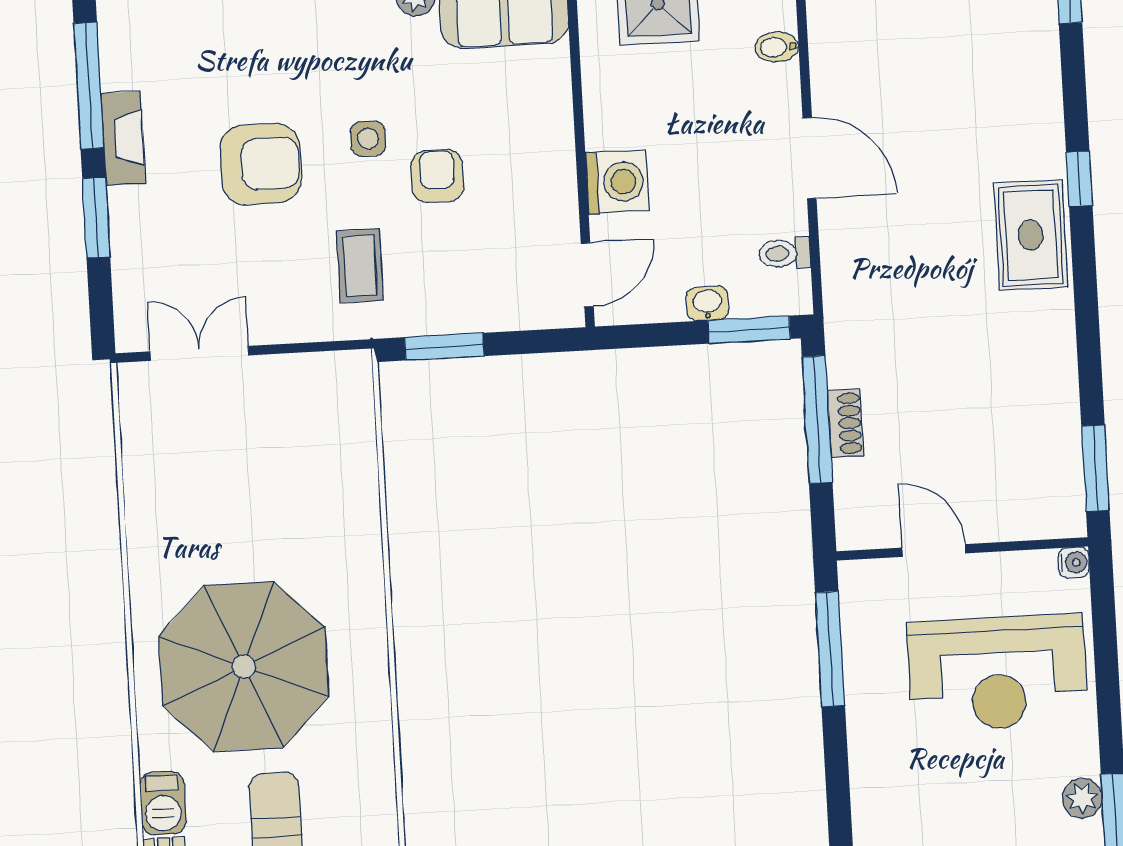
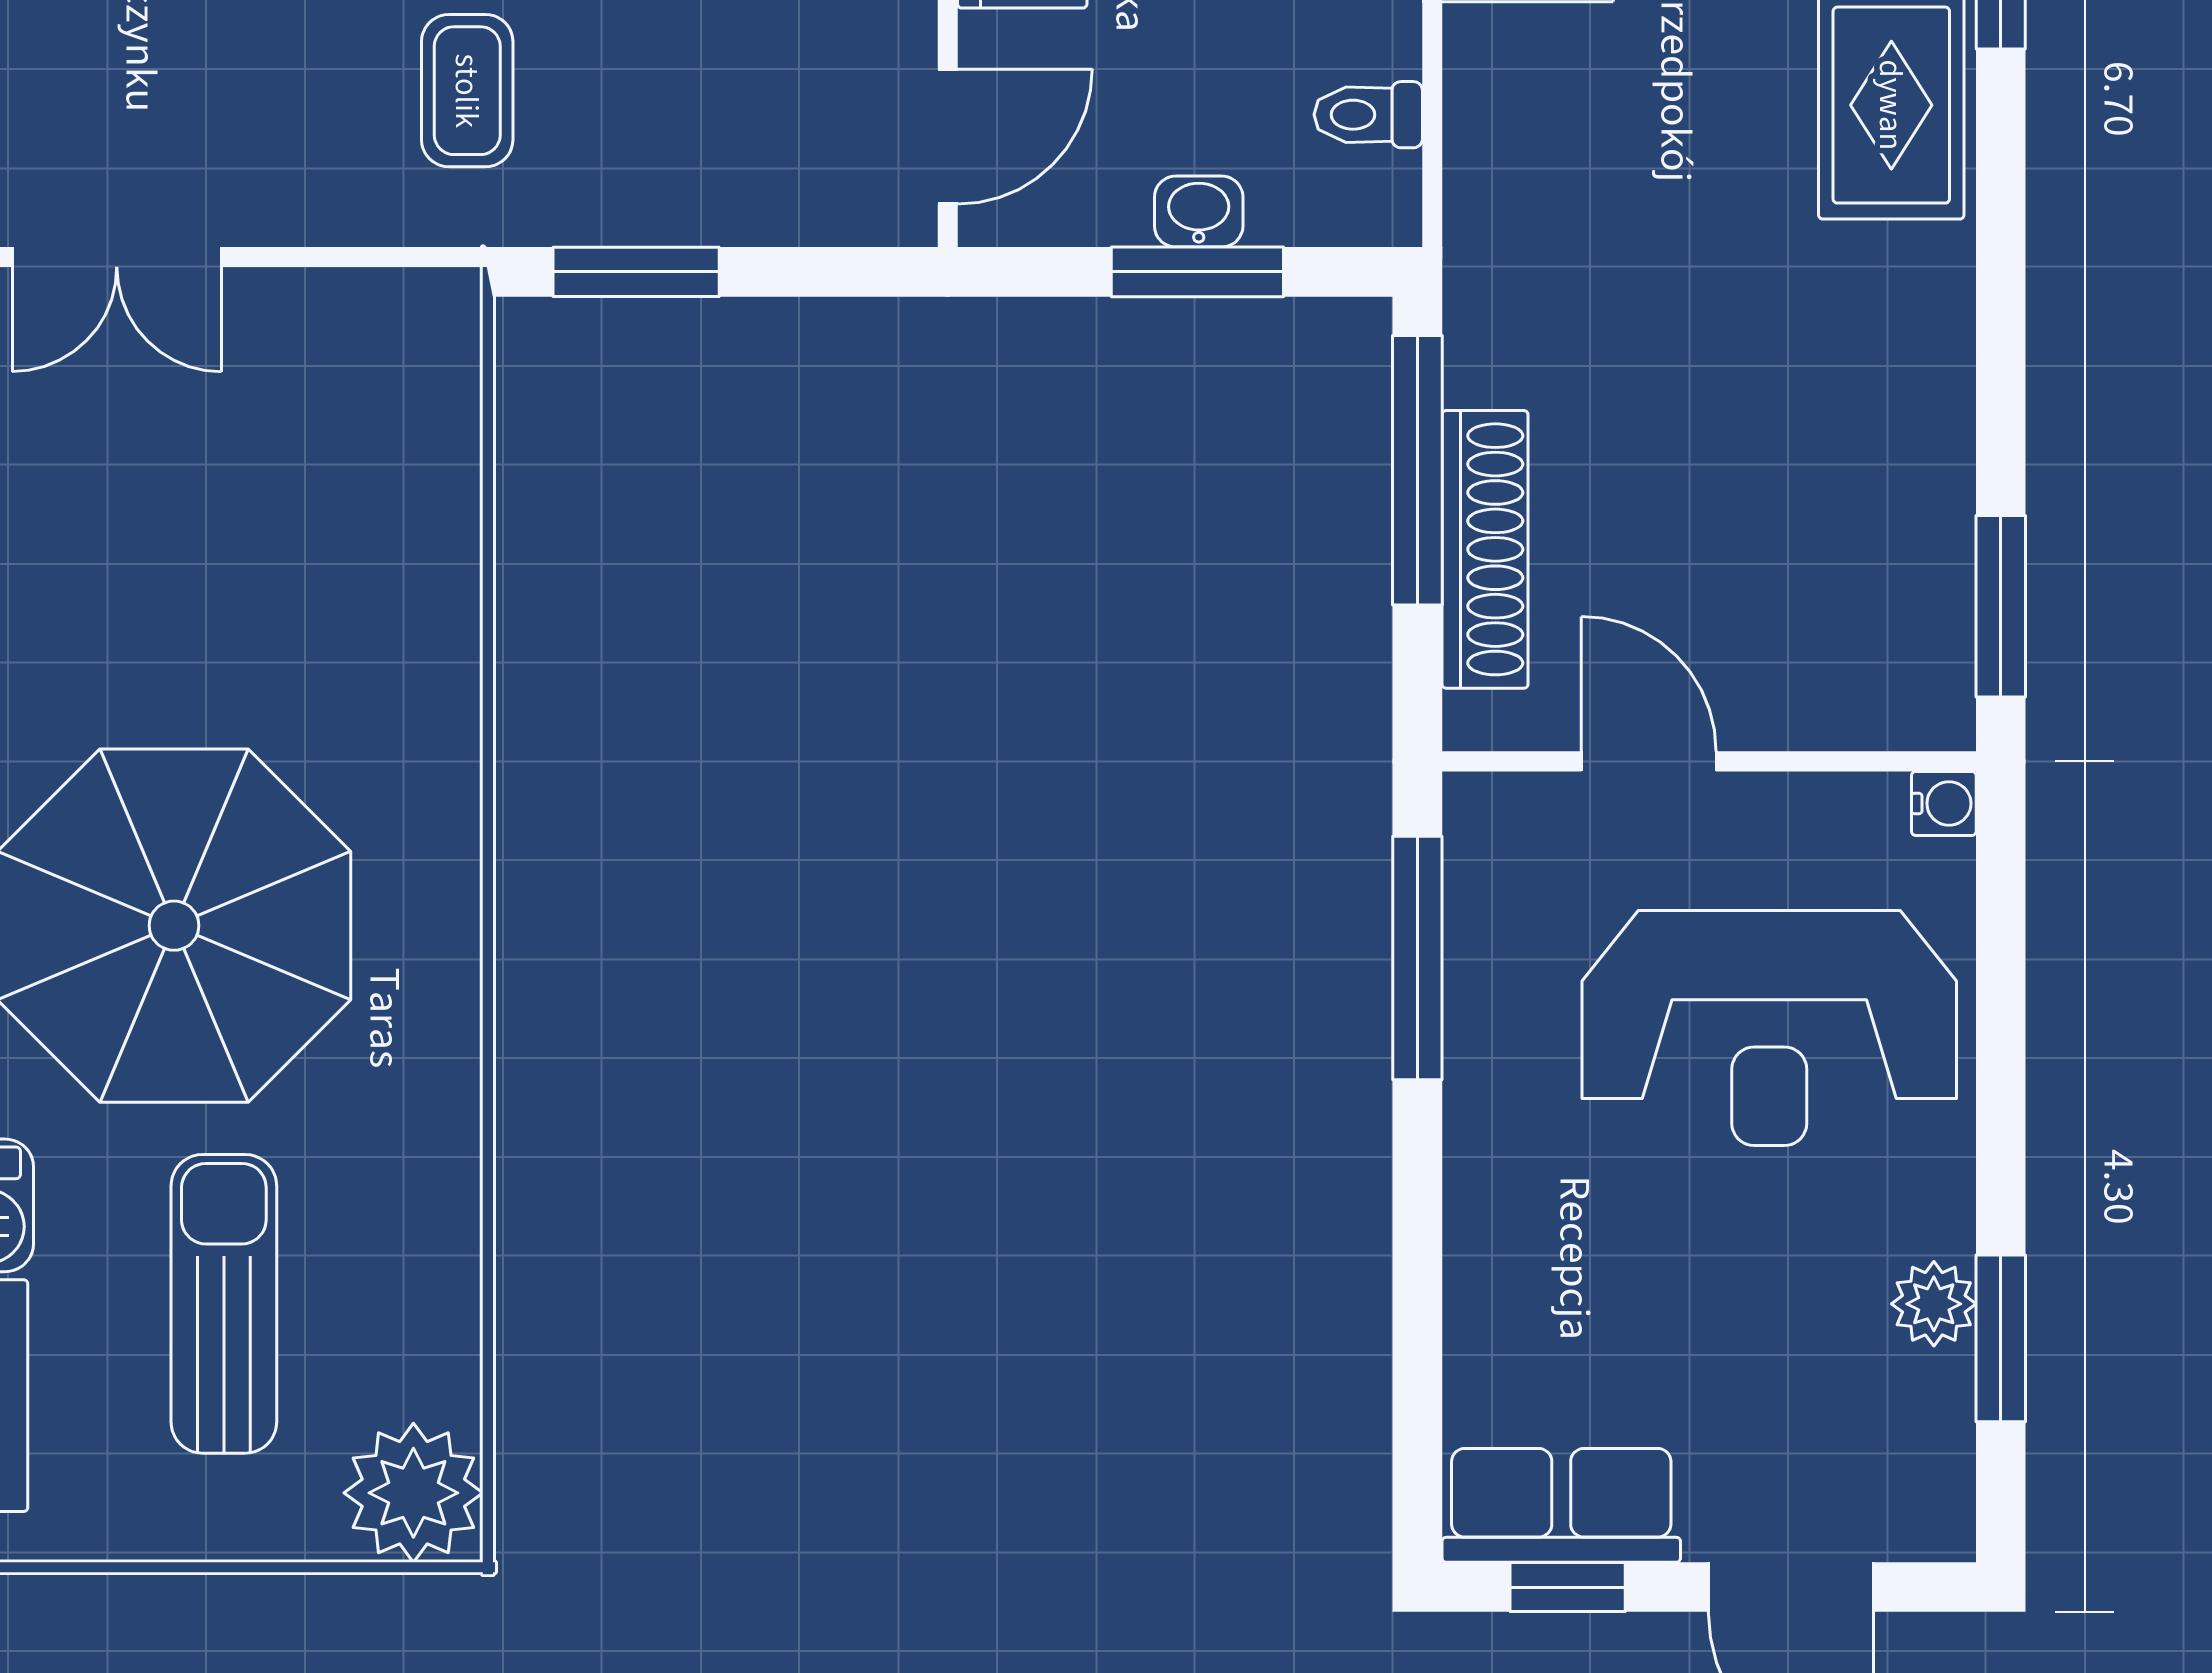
window: (749, 330) -> (1197, 272), moved
double door: (199, 353) -> (117, 257), swing flipped
shoe rack: (845, 423) -> (1485, 549), width x1.94, depth x1.24

